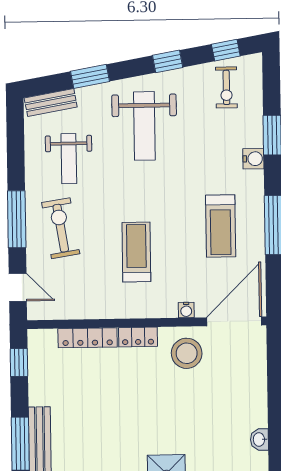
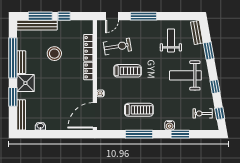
weight bench: (69, 159) -> (171, 40), turned 90
treadmill: (221, 226) -> (139, 110), turned 180
exercise bike: (61, 228) -> (117, 46), moved
door: (234, 321) -> (95, 115), swing flipped
stool: (187, 353) -> (54, 54), moved
window: (19, 362) -> (64, 16), moved

